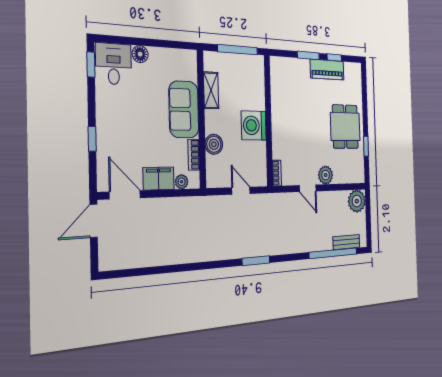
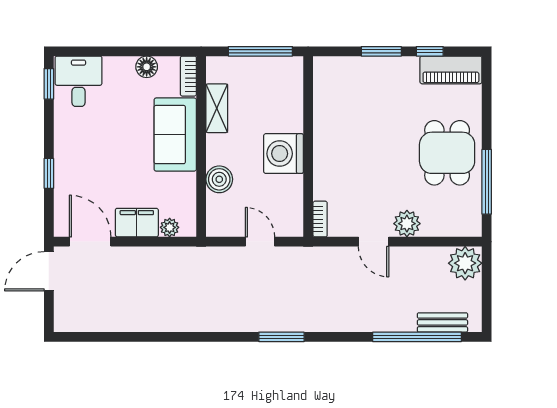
floor lamp: (140, 54) -> (147, 67), moved
piano: (327, 70) -> (451, 70), moved
window: (366, 146) -> (487, 182), width x2.17
bookcase: (194, 155) -> (188, 76), moved

